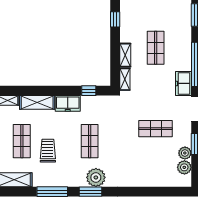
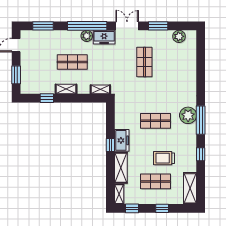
shelving: (125, 55) -> (66, 89), moved
window: (89, 91) -> (110, 145), moved
plant: (185, 153) -> (87, 36), moved
window: (52, 192) -> (201, 154), width x0.46
window: (90, 192) -> (201, 120), width x1.44

